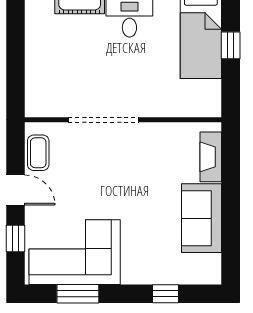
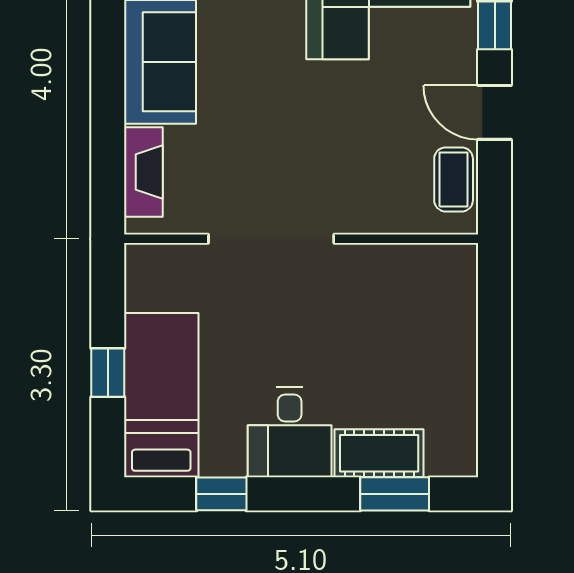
doorway: (104, 120) -> (271, 239), moved

